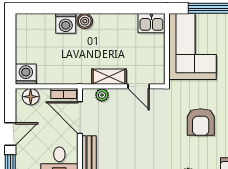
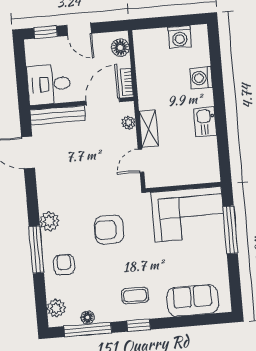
boiler: (85, 21) -> (205, 98), removed
kitchen sink: (151, 23) -> (205, 122), moved
washing machine: (26, 74) -> (180, 37), moved, turned 90

